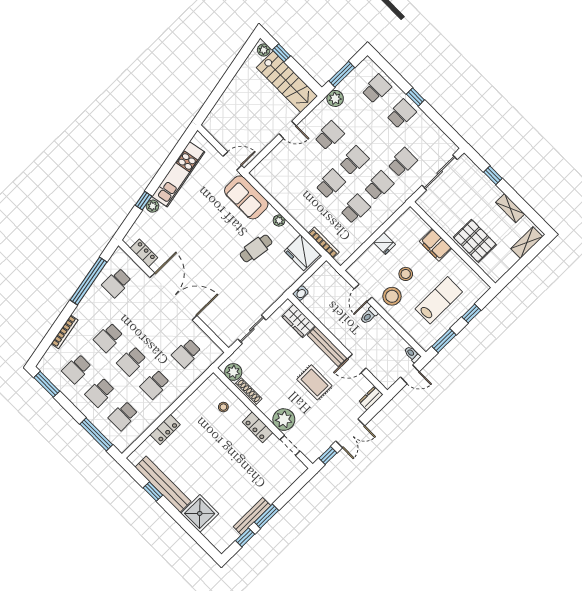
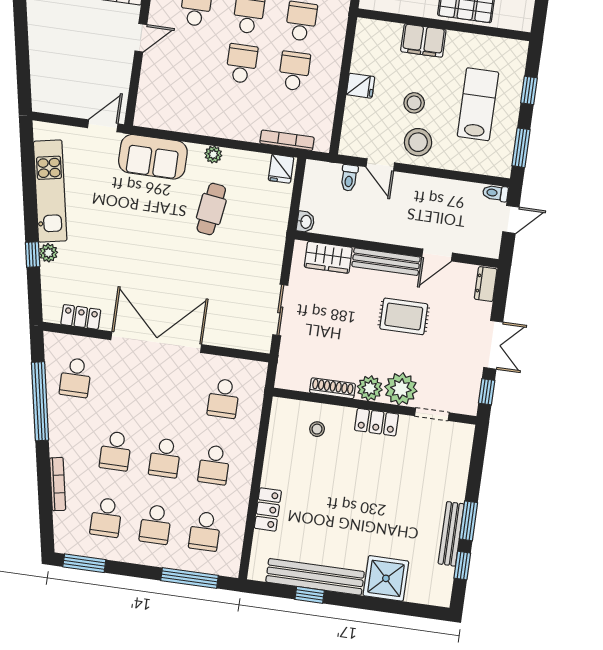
fridge: (302, 253) -> (281, 169), width x0.53, depth x0.75
toilet: (369, 315) -> (349, 178), moved
plant: (233, 372) -> (370, 388), moved

